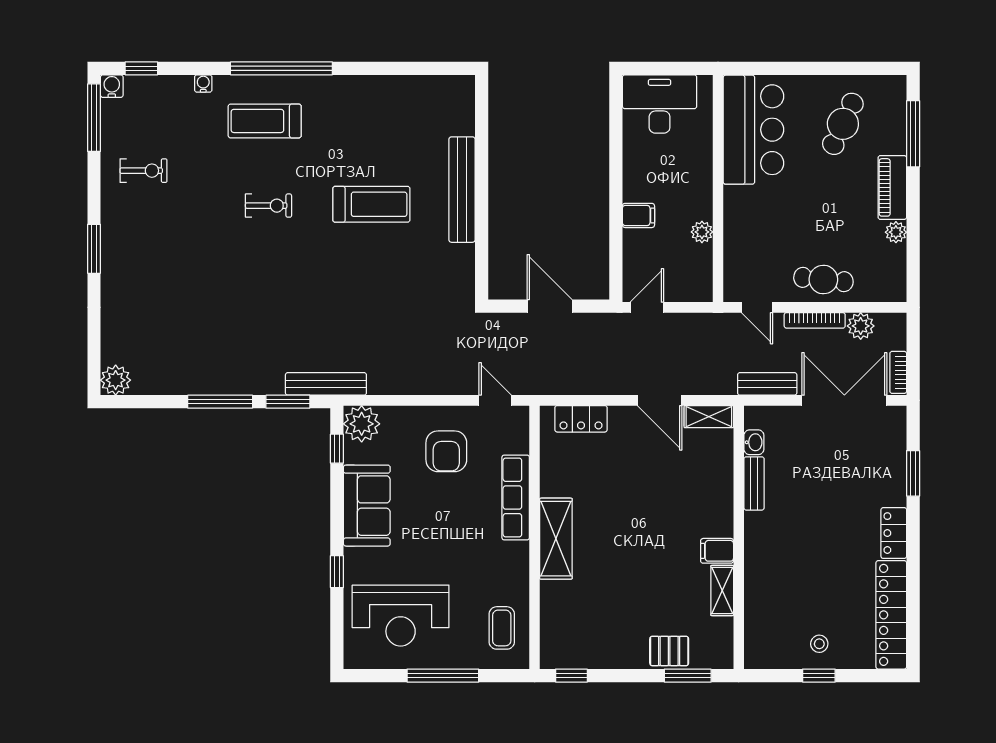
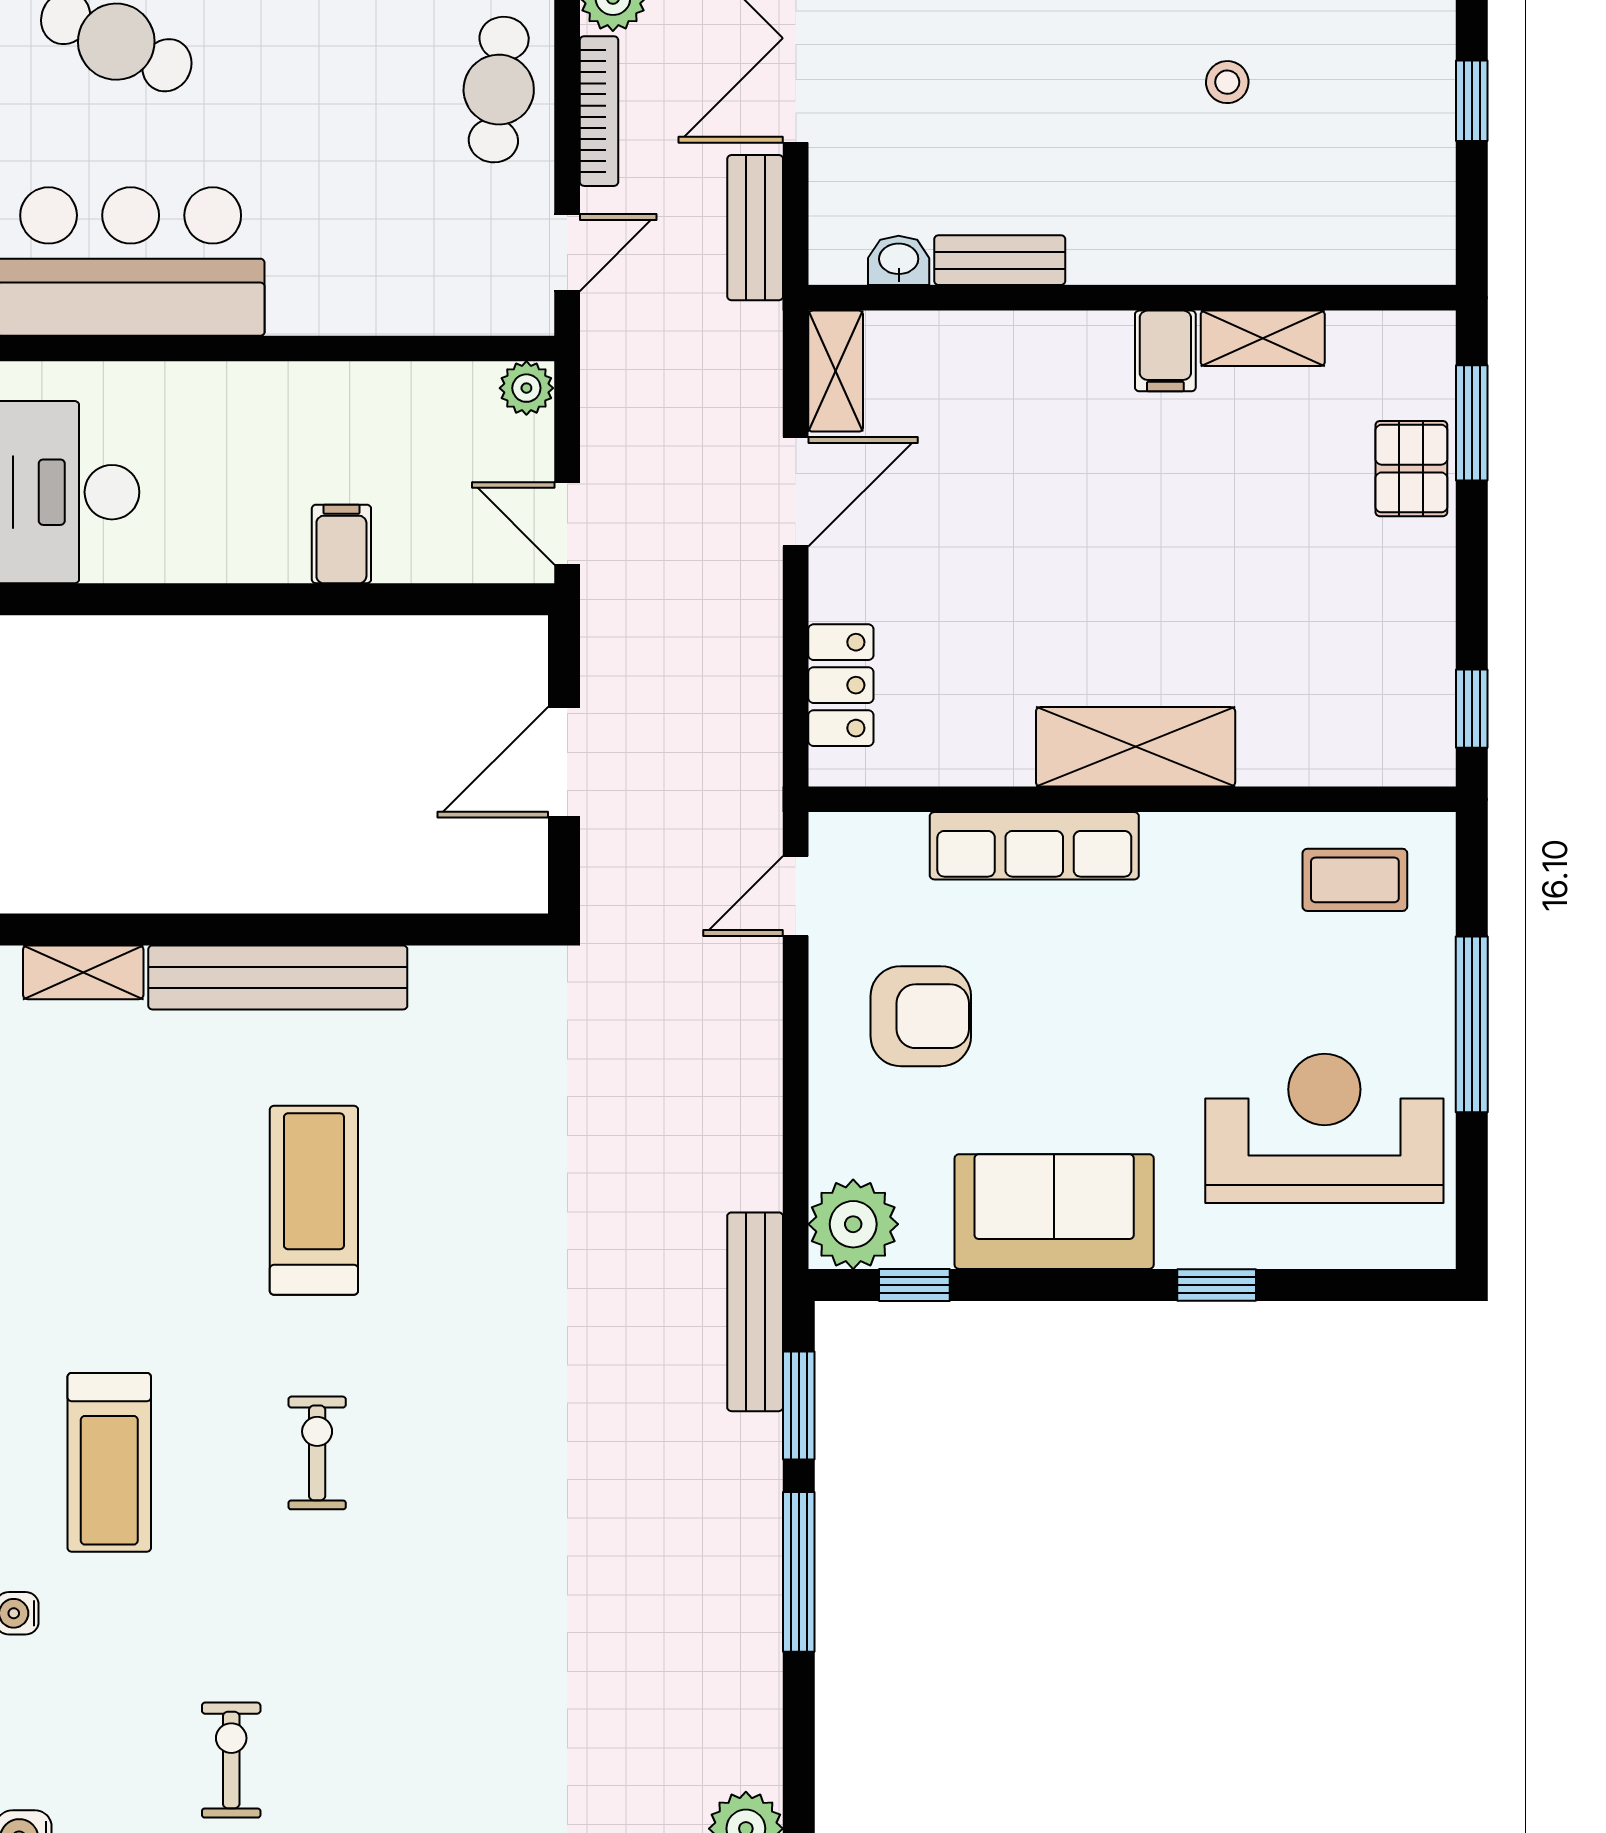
shelving: (464, 110) -> (83, 972), added
plant: (702, 232) -> (526, 388), moved
reception desk: (401, 616) -> (1324, 1128), turned -90
stool: (819, 644) -> (1227, 82), moved

